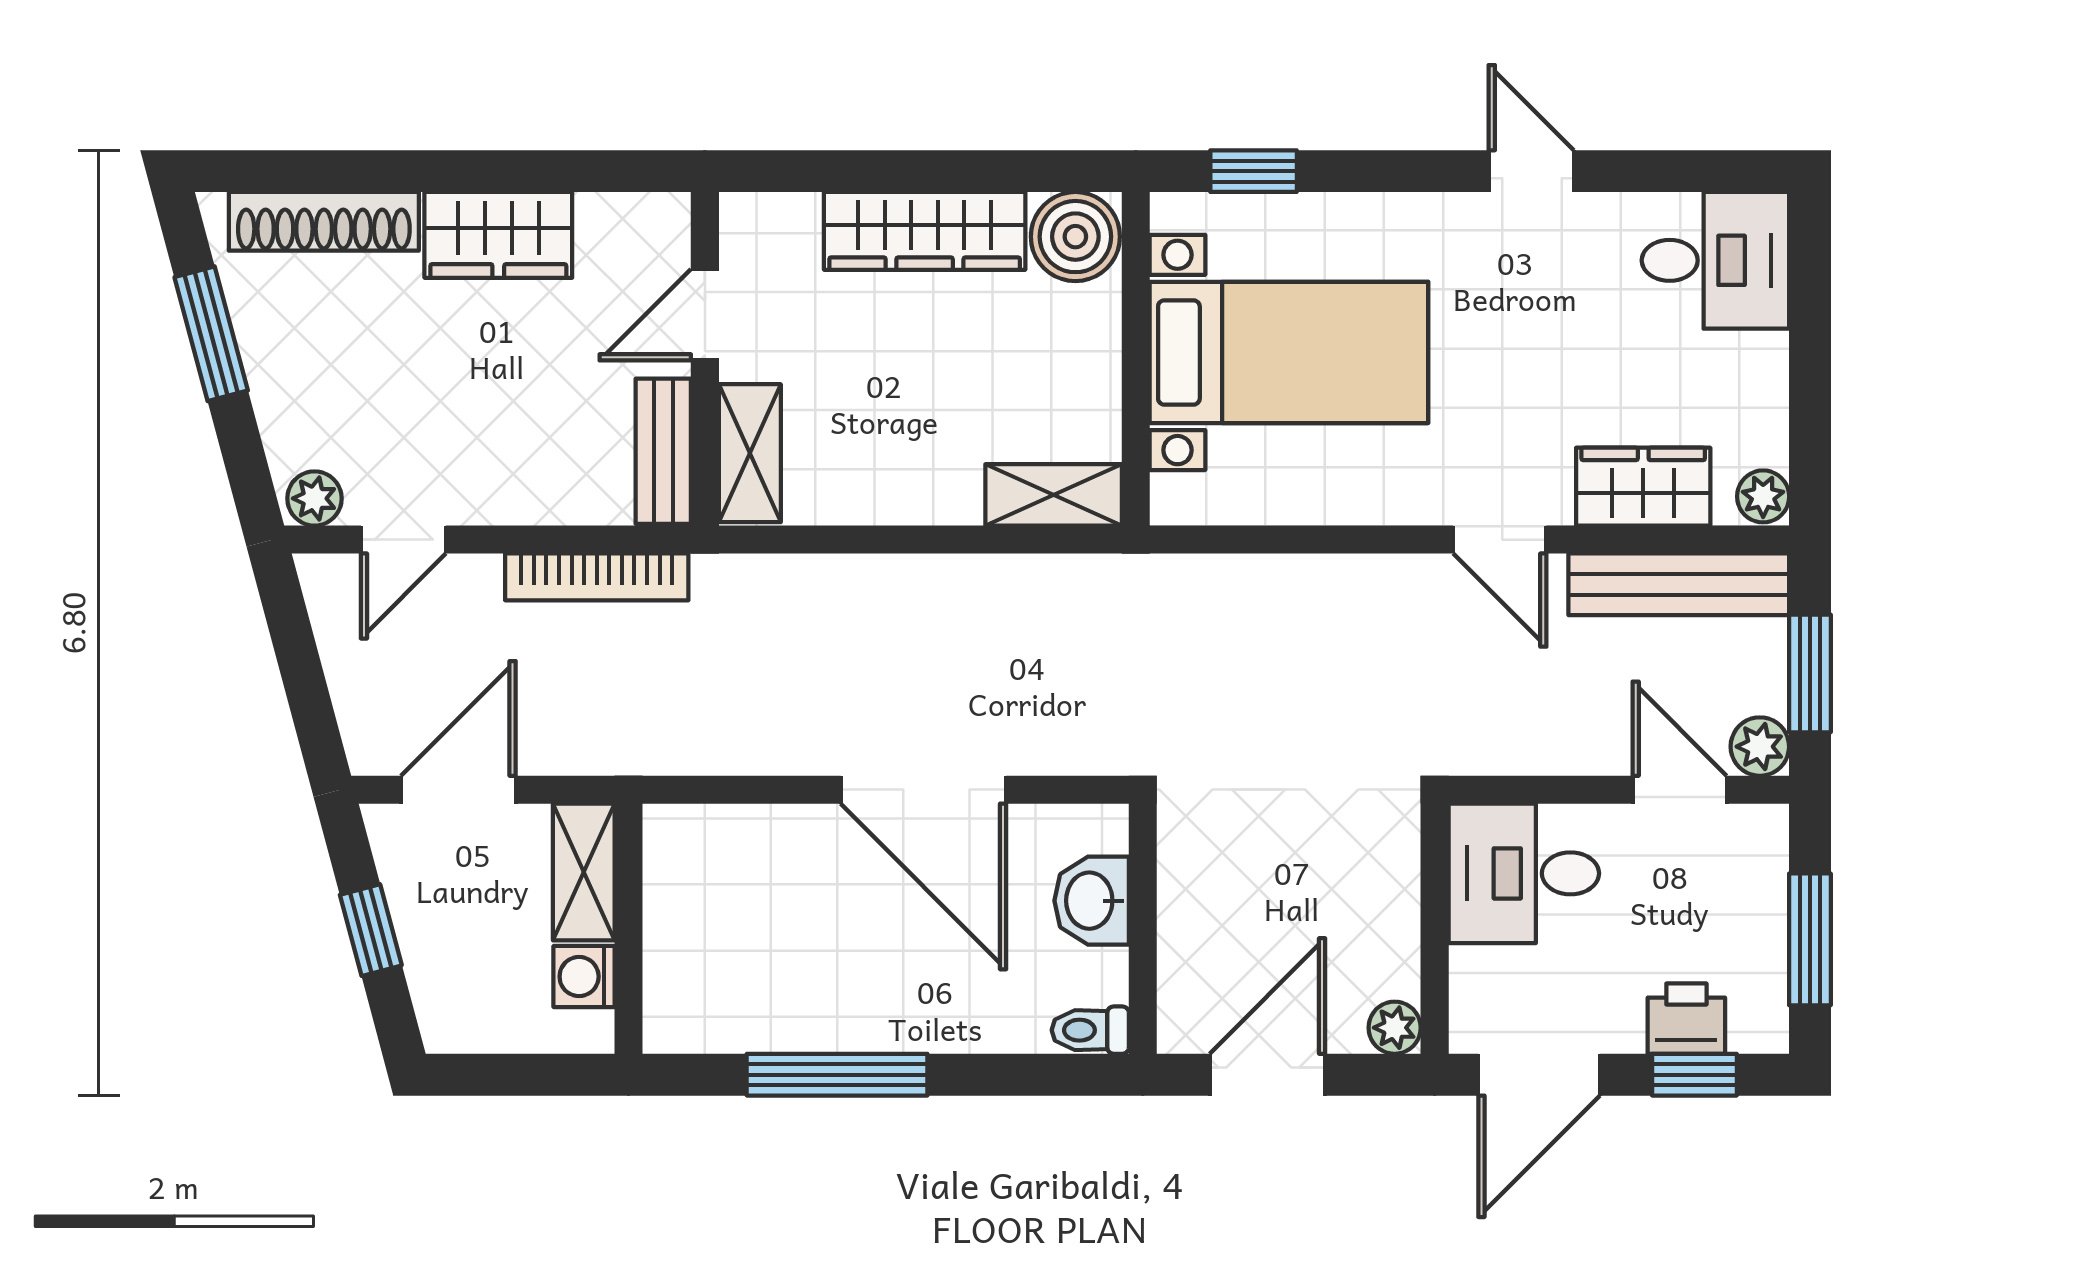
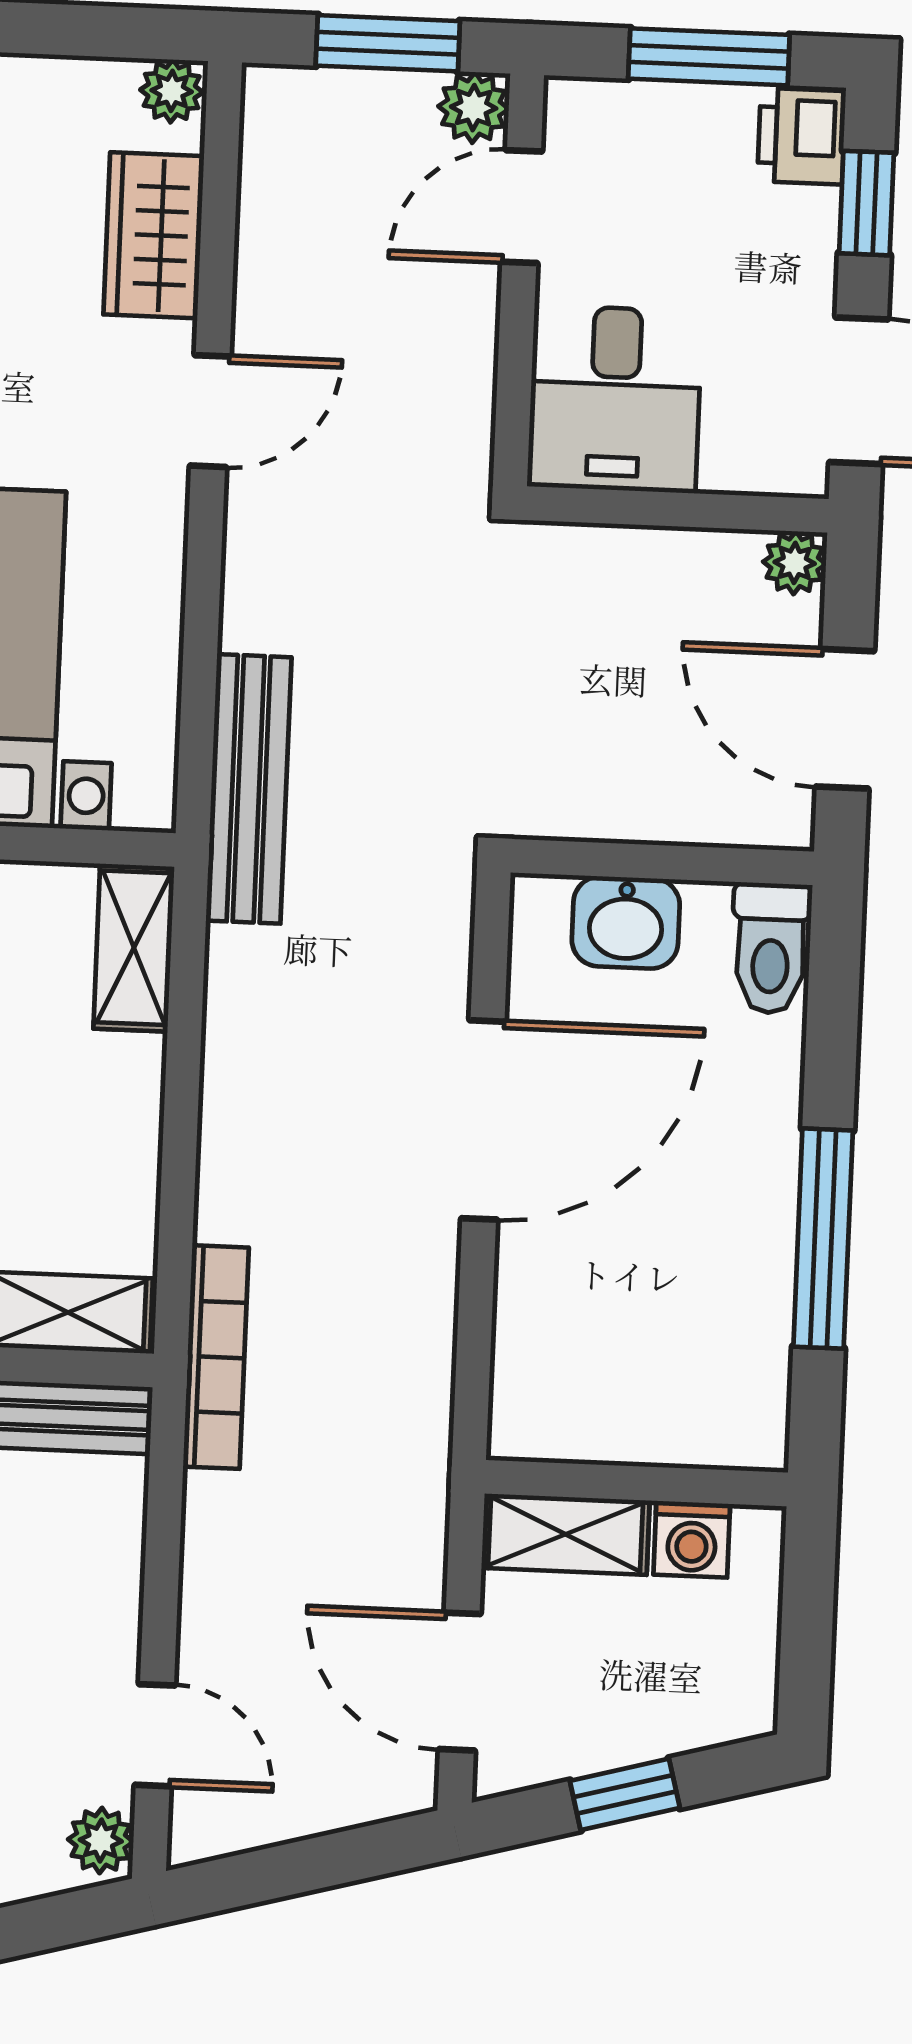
bookcase: (597, 577) -> (216, 1357), moved
bench: (1679, 584) -> (249, 789), moved
printer: (1686, 1019) -> (802, 136), moved
toilet: (1090, 1030) -> (771, 948), width x1.37, depth x1.39

